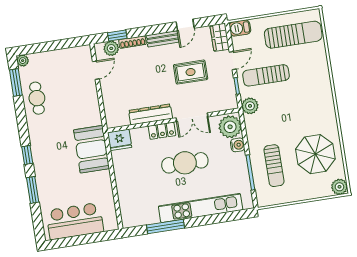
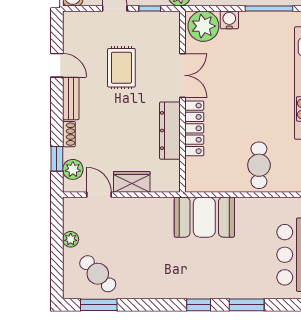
wardrobe: (220, 37) -> (132, 182), moved, turned 180
shoe rack: (132, 42) -> (69, 134), width x0.70
plant: (23, 61) -> (71, 239), moved
cafe table: (37, 98) -> (98, 274), moved, turned 46
locker: (162, 131) -> (194, 128), width x1.53
fridge: (120, 140) -> (198, 178), removed
cafe table: (185, 163) -> (259, 165), moved, width x0.73, depth x0.74

